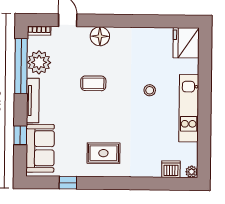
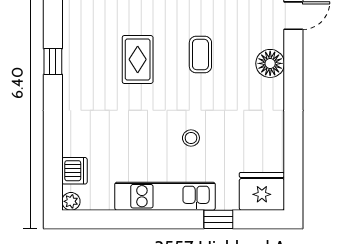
window: (205, 72) -> (218, 219), added
rug: (103, 153) -> (138, 59), moved
window: (68, 183) -> (53, 62), moved

